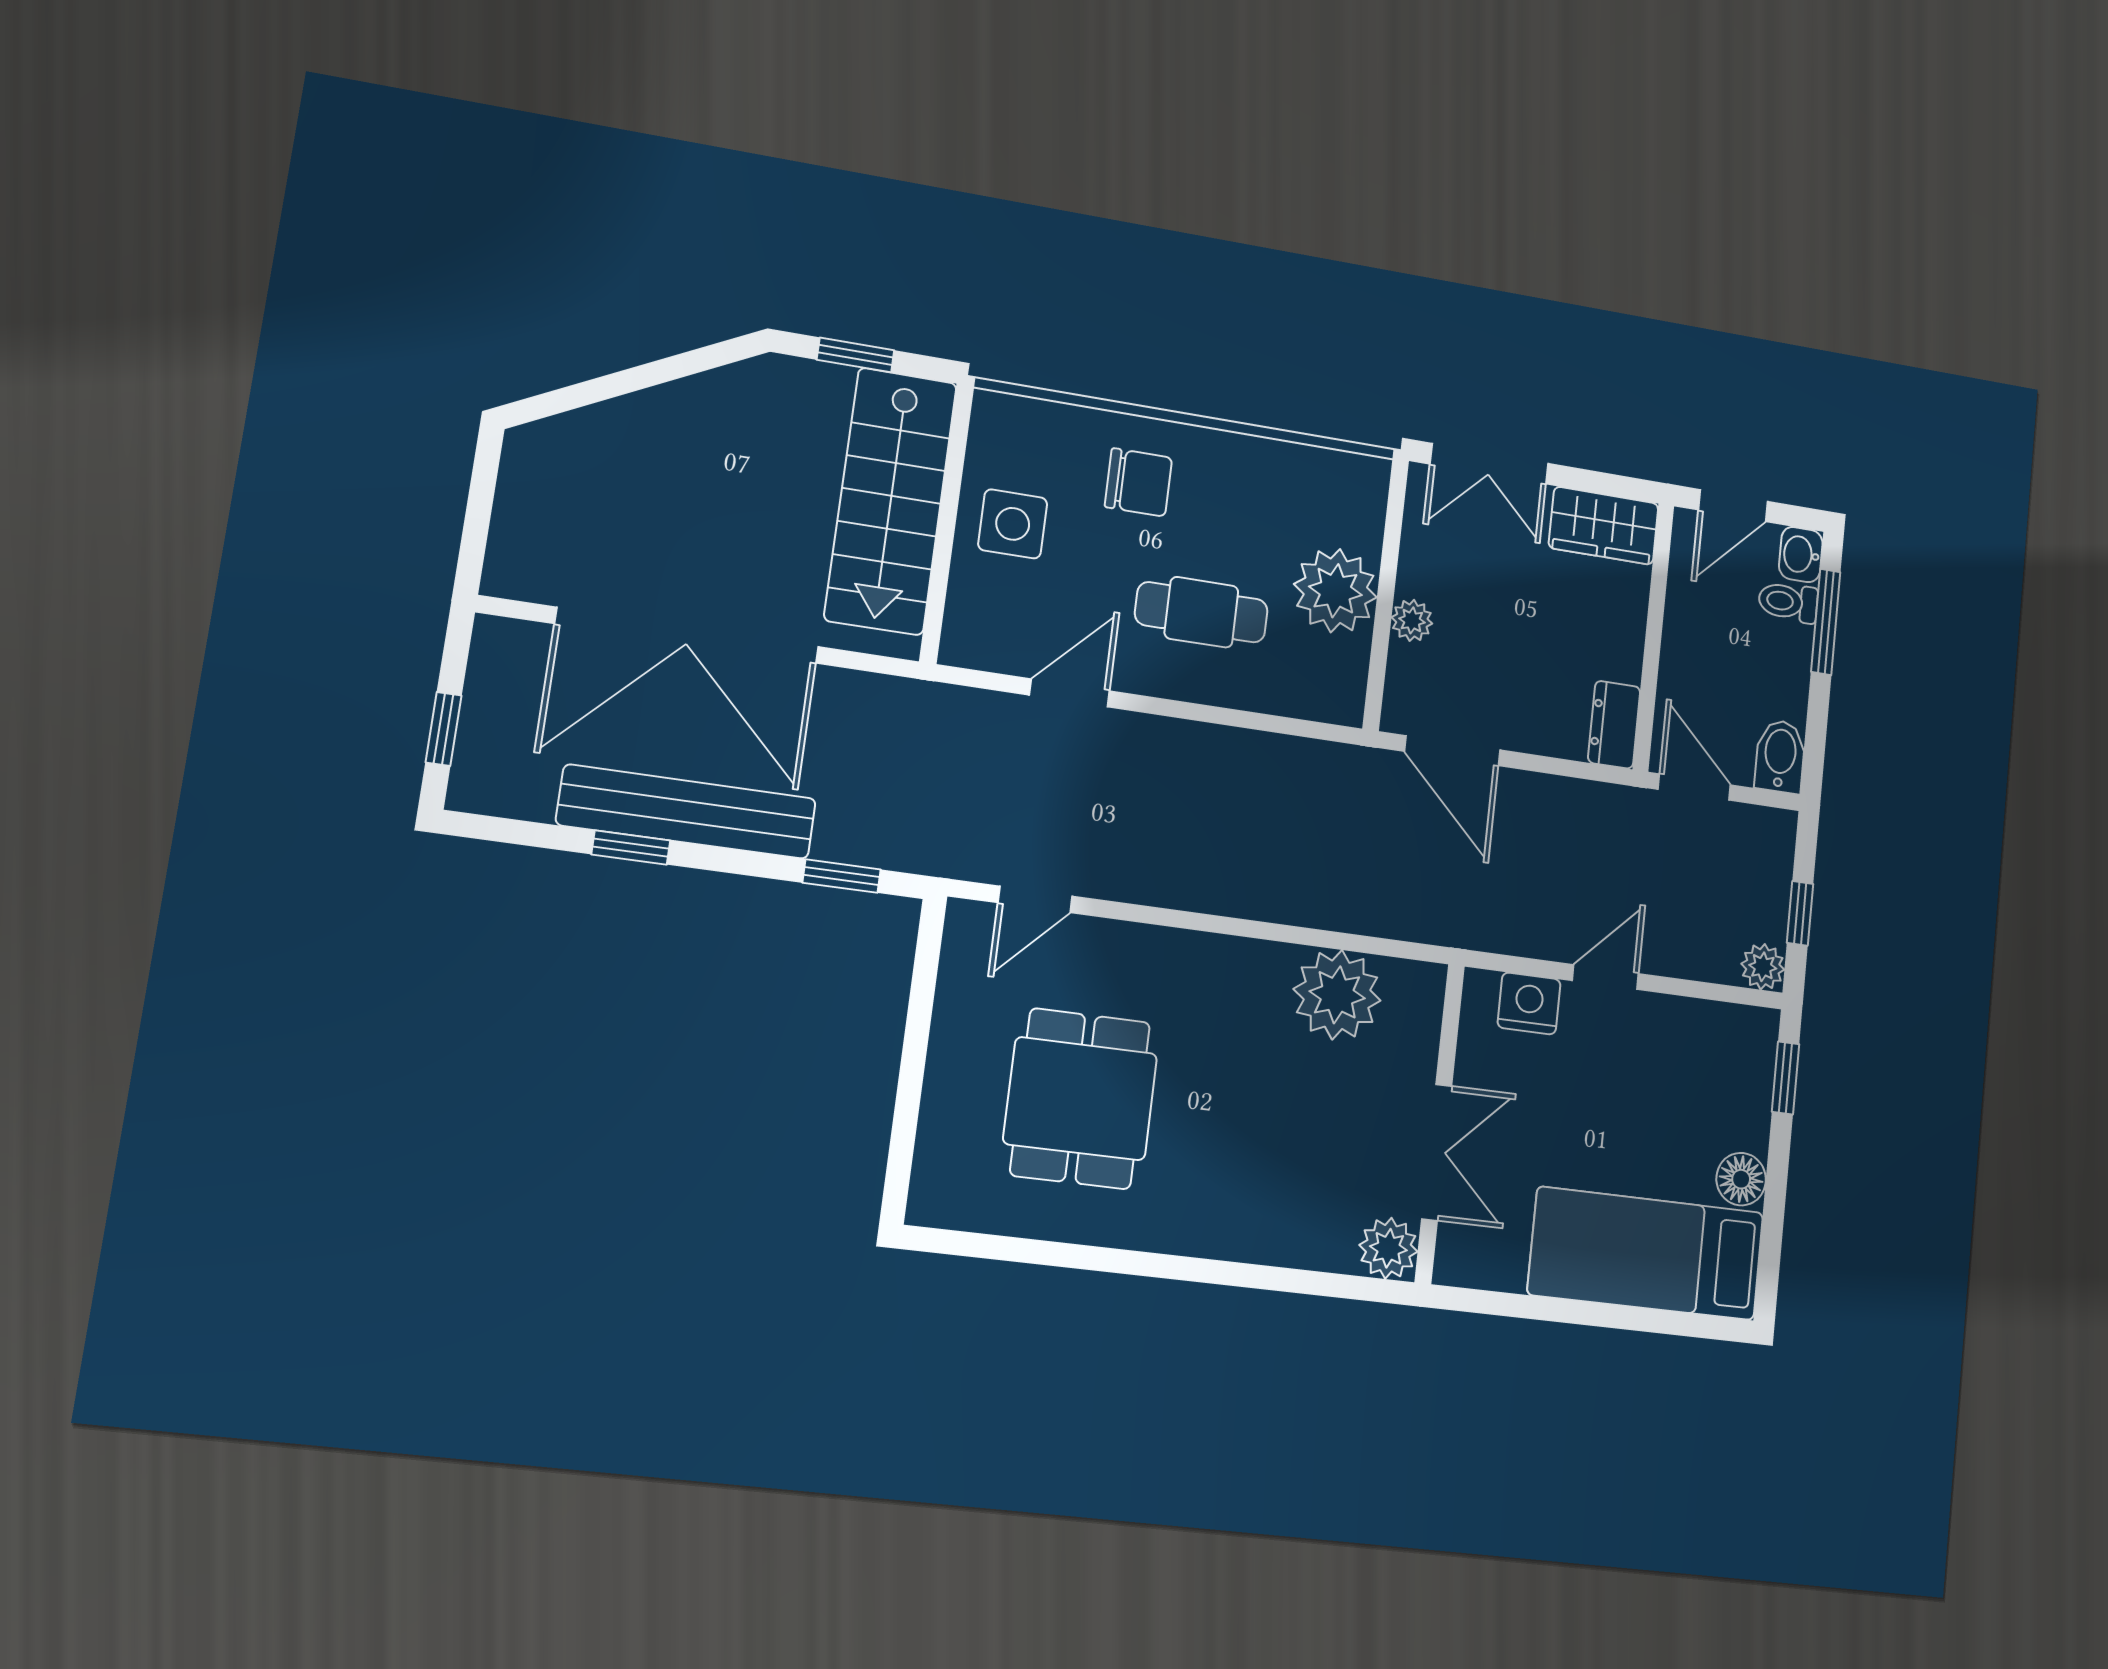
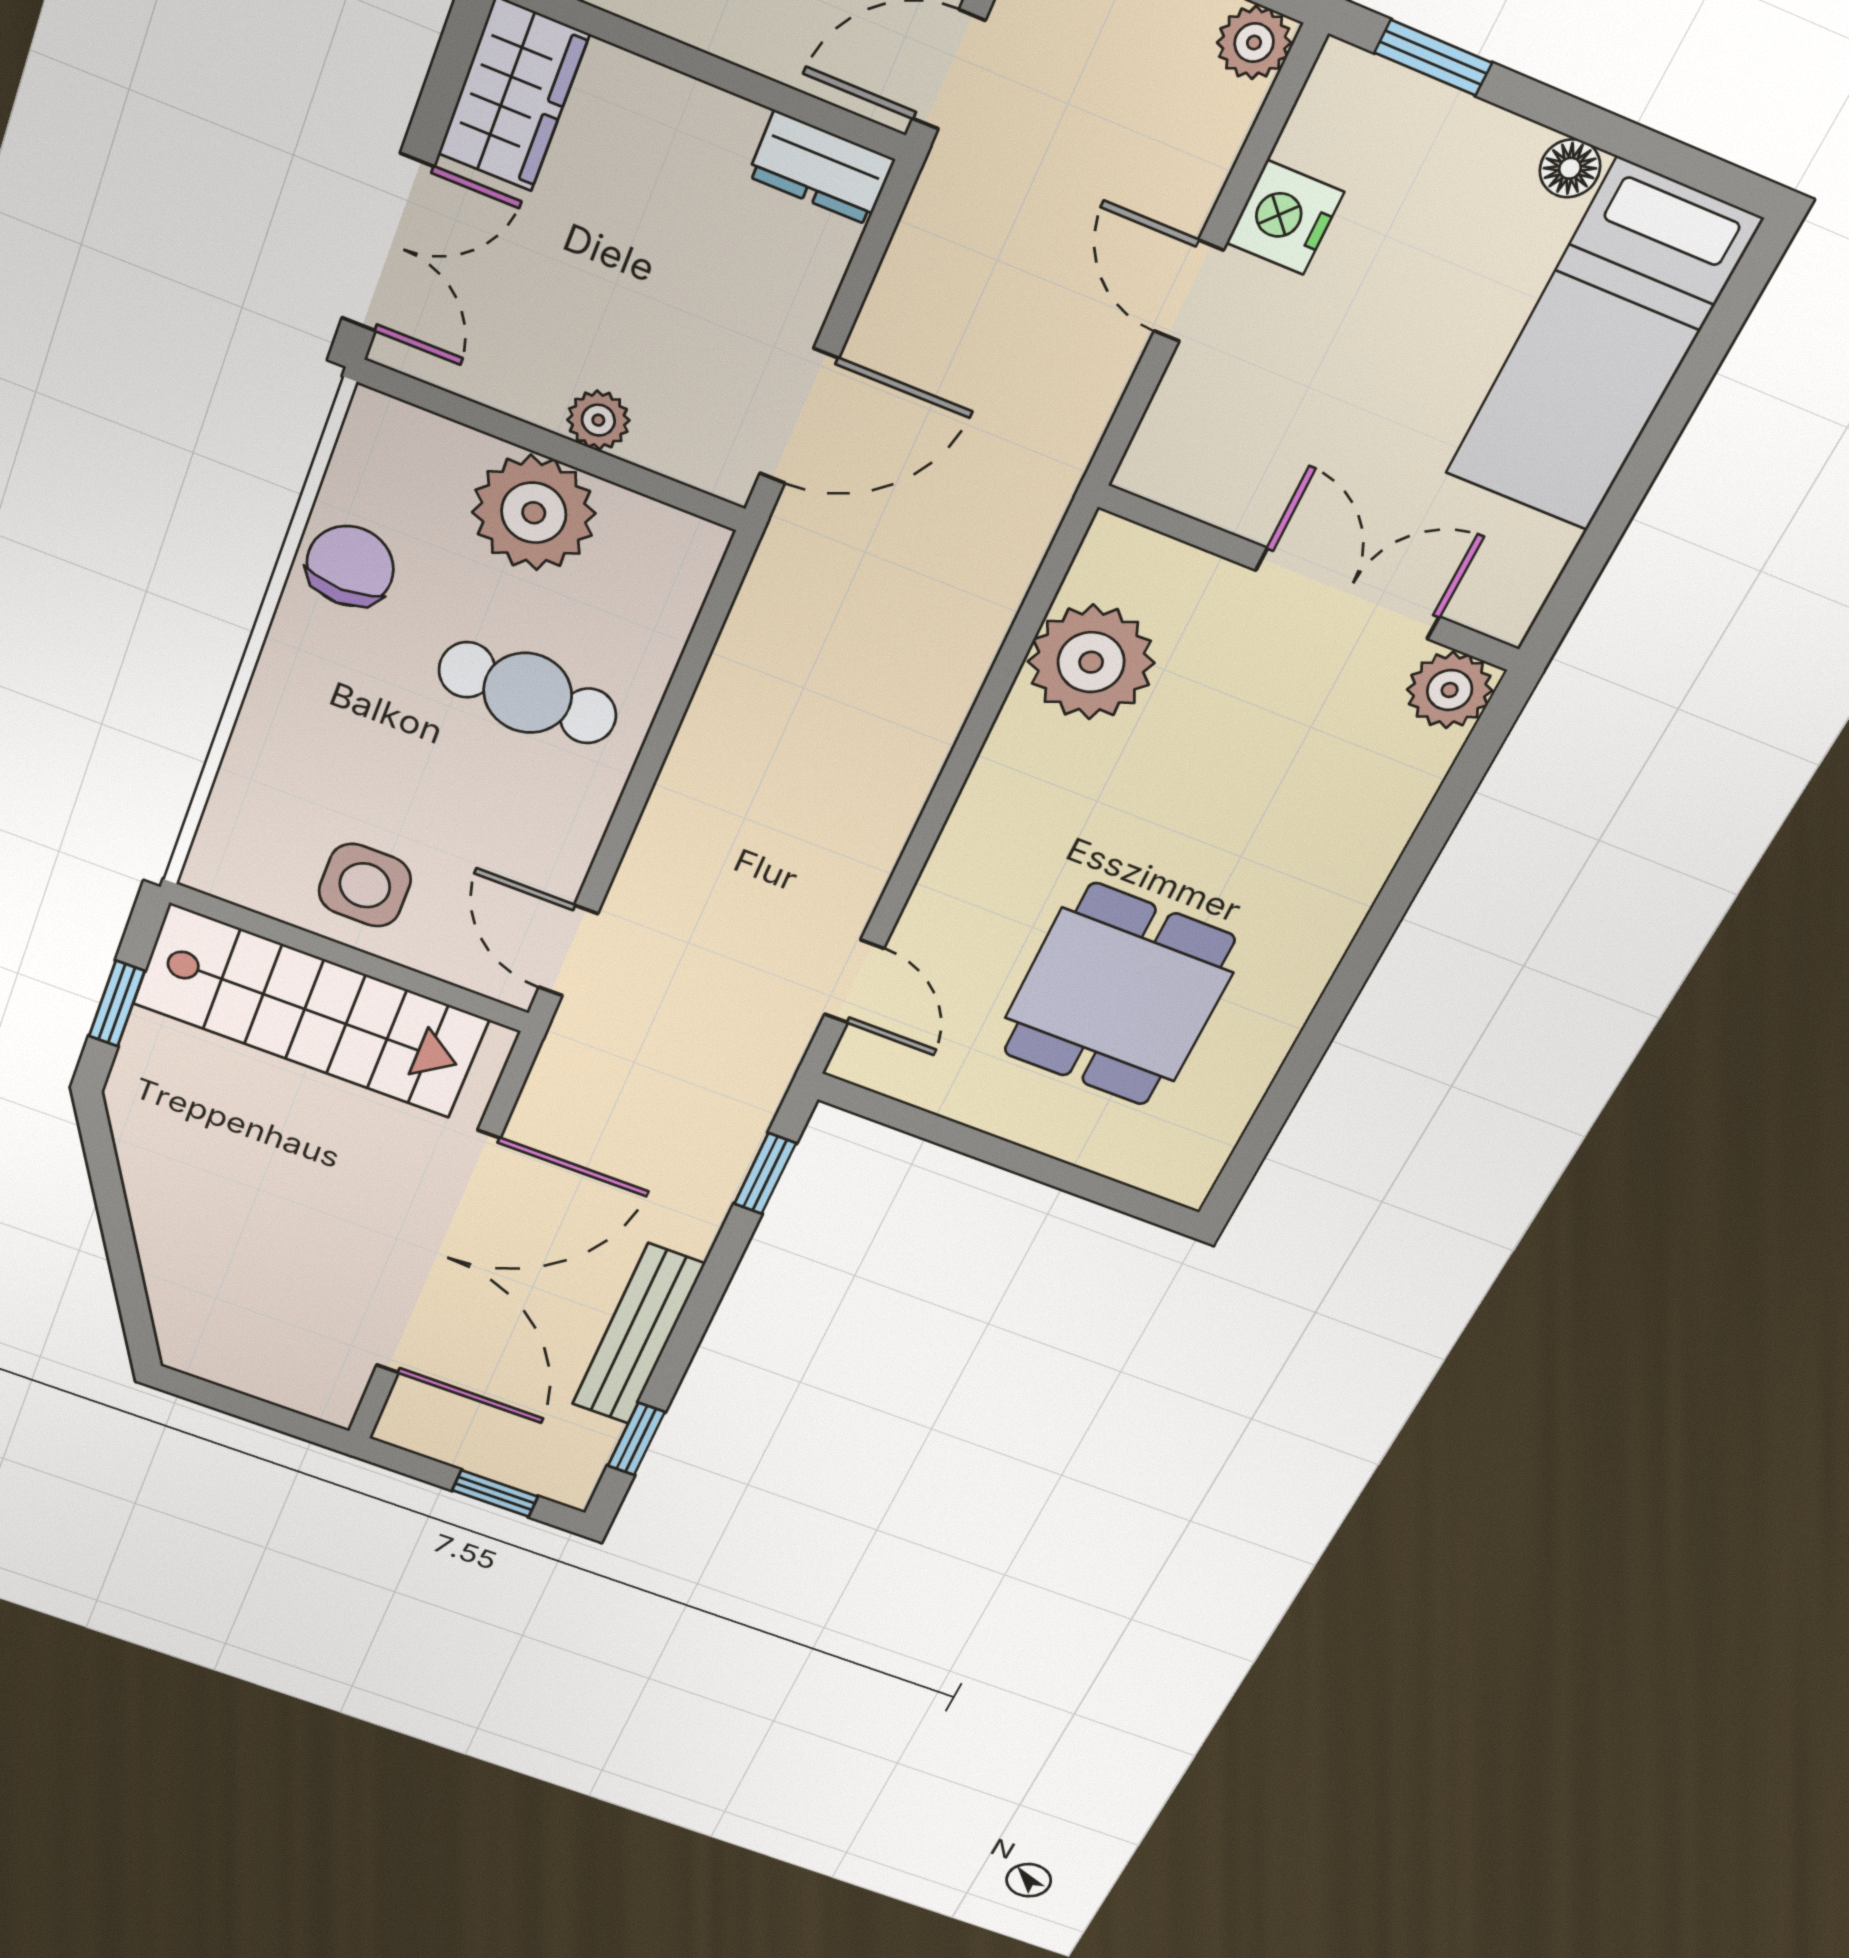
chair: (1138, 482) -> (350, 566), moved
cafe table: (1201, 612) -> (528, 693), turned 90
door: (1070, 693) -> (568, 951), moved
bench: (687, 812) -> (638, 1334), width x0.73, depth x0.82
window: (631, 847) -> (636, 1439), moved
nightstand: (1529, 1003) -> (1285, 217), moved
dining table: (1080, 1099) -> (1119, 995), turned 90
floor lamp: (1741, 1179) -> (1570, 168), width x0.73, depth x0.73

